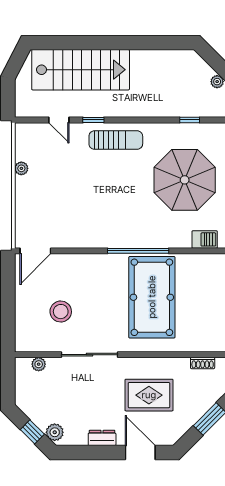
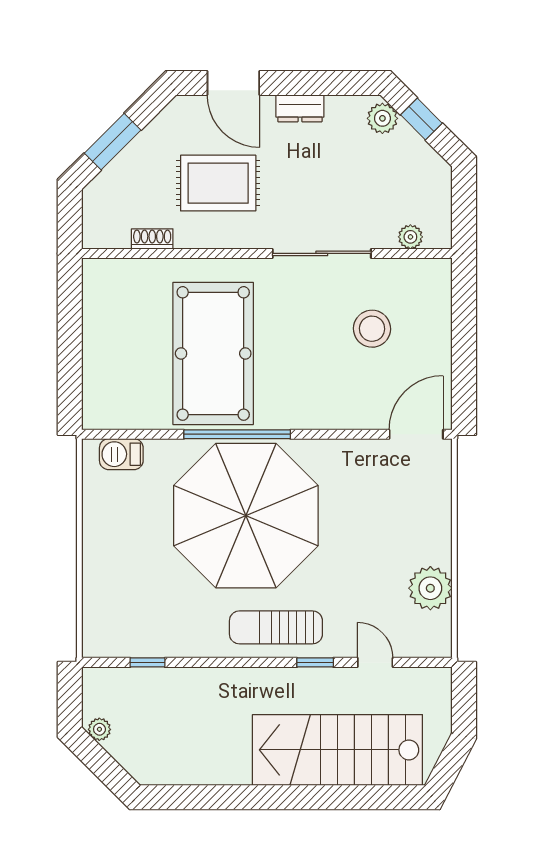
plant: (21, 168) -> (430, 588), width x1.87, depth x1.87
parasol: (185, 180) -> (246, 516), moved, width x1.36, depth x1.36
shoe rack: (203, 363) -> (152, 239), moved

